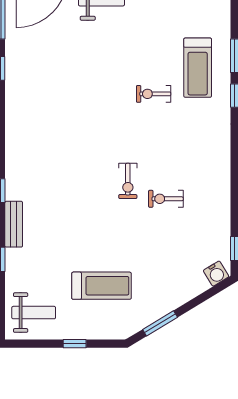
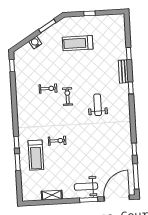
treadmill: (198, 68) -> (36, 155), turned 180
water cooler: (216, 274) -> (35, 43), moved
weight bench: (34, 313) -> (98, 105), moved, turned 90

